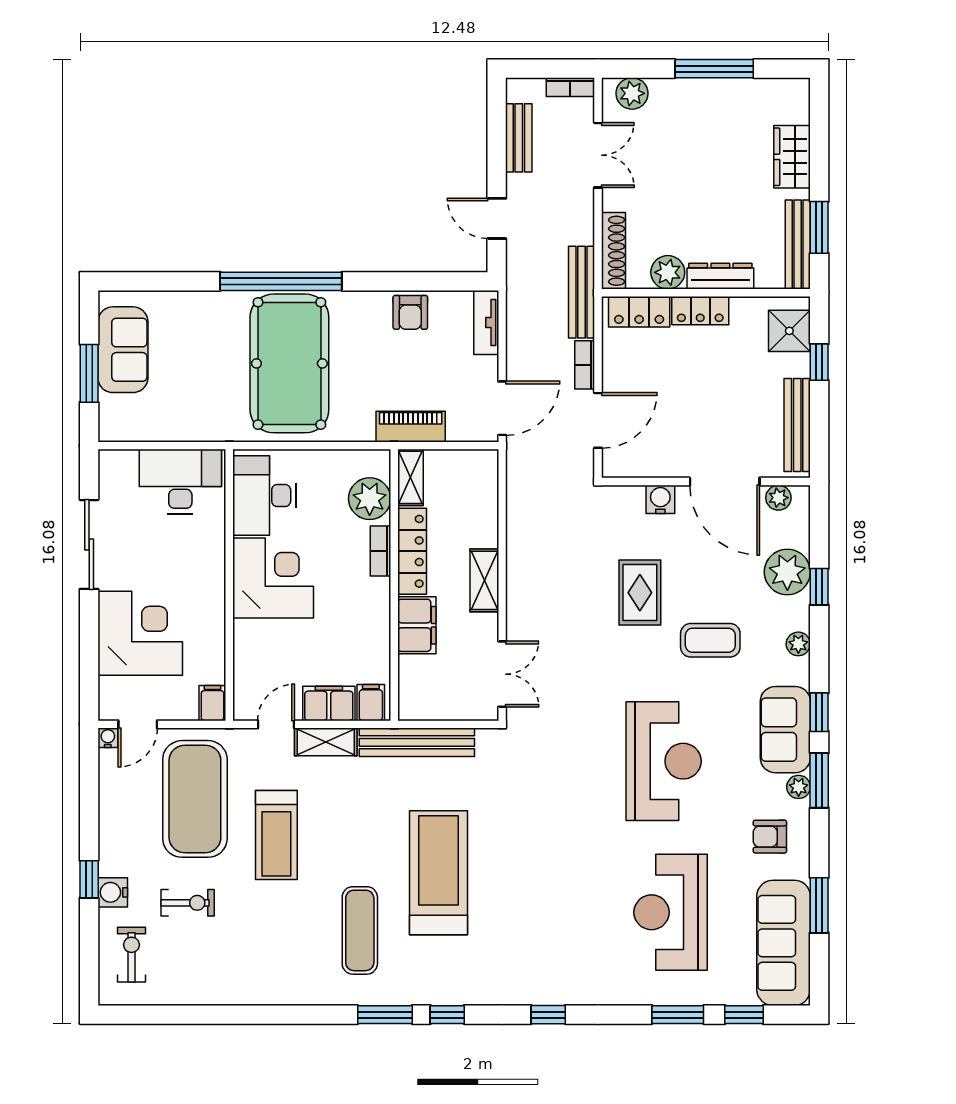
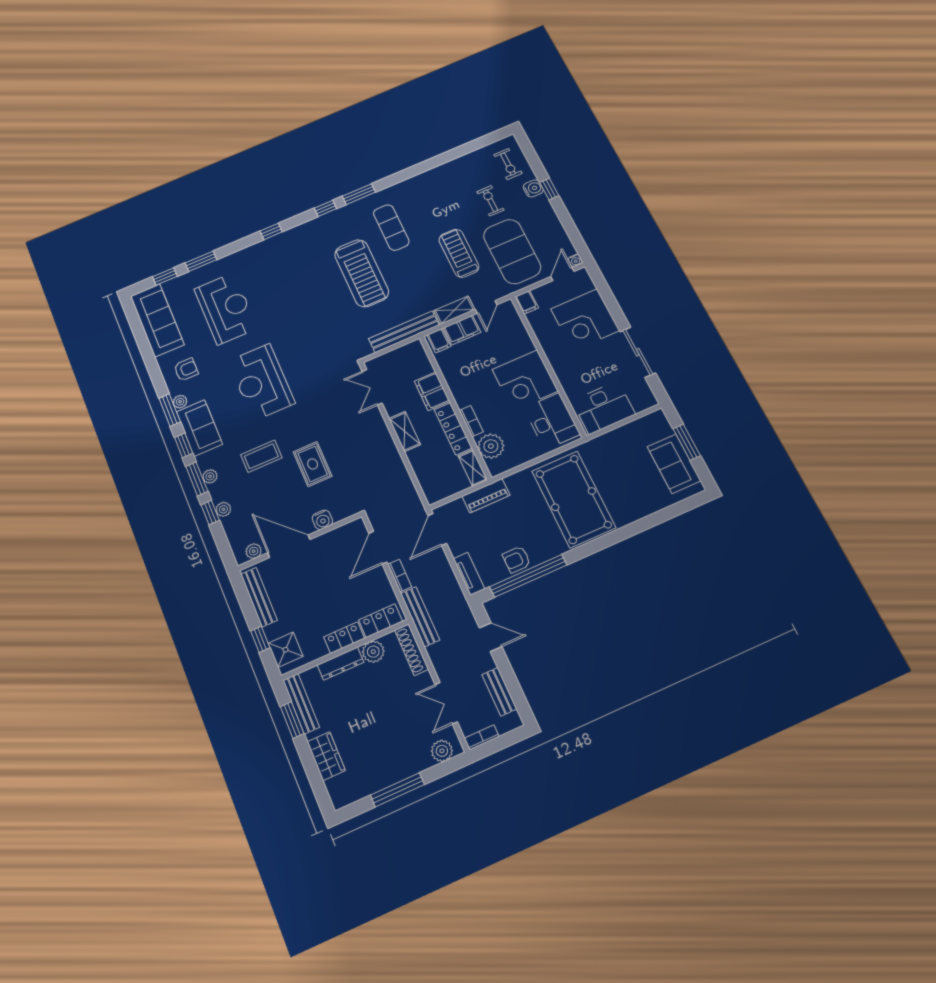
window: (281, 281) -> (528, 576), moved
armchair: (410, 312) -> (517, 559), turned -90
plant: (787, 572) -> (223, 509), width x0.53, depth x0.53
exercise bike: (188, 903) -> (490, 201), turned 90
window: (819, 905) -> (197, 479), moved

